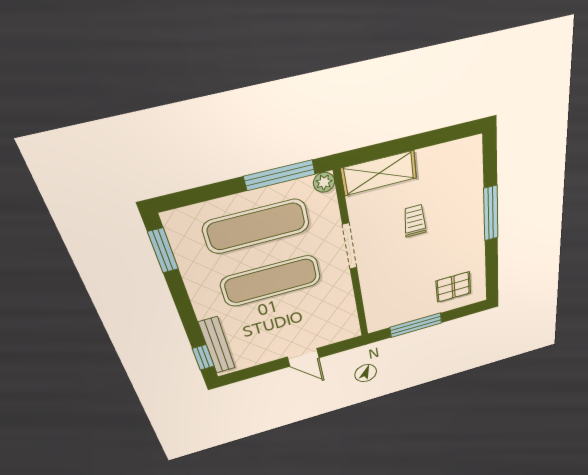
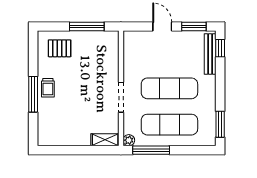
shelving: (379, 173) -> (105, 140), width x0.67, depth x0.75
trolley: (415, 221) -> (48, 88), moved
window: (254, 371) -> (194, 26), added

